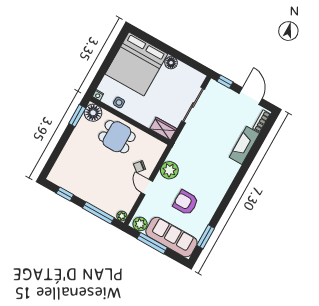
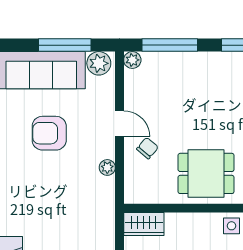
plant: (169, 170) -> (107, 167), width x0.53, depth x0.53
armchair: (186, 203) -> (49, 133), turned 180

